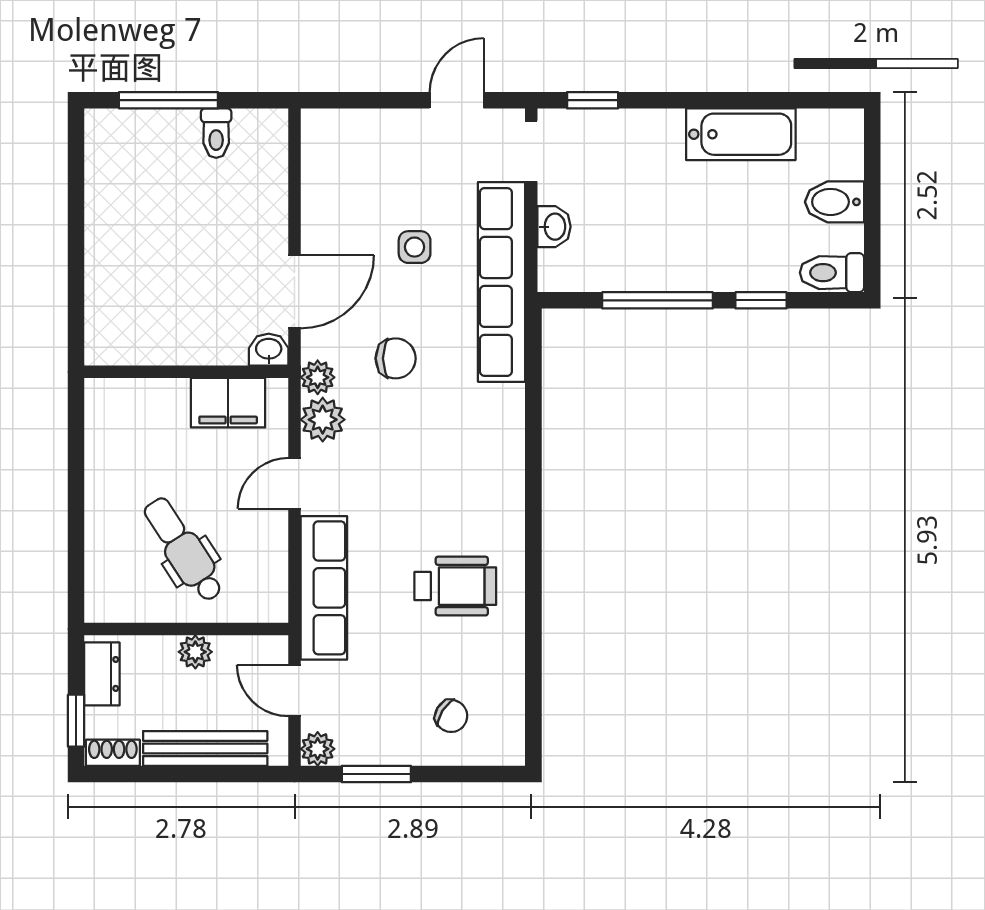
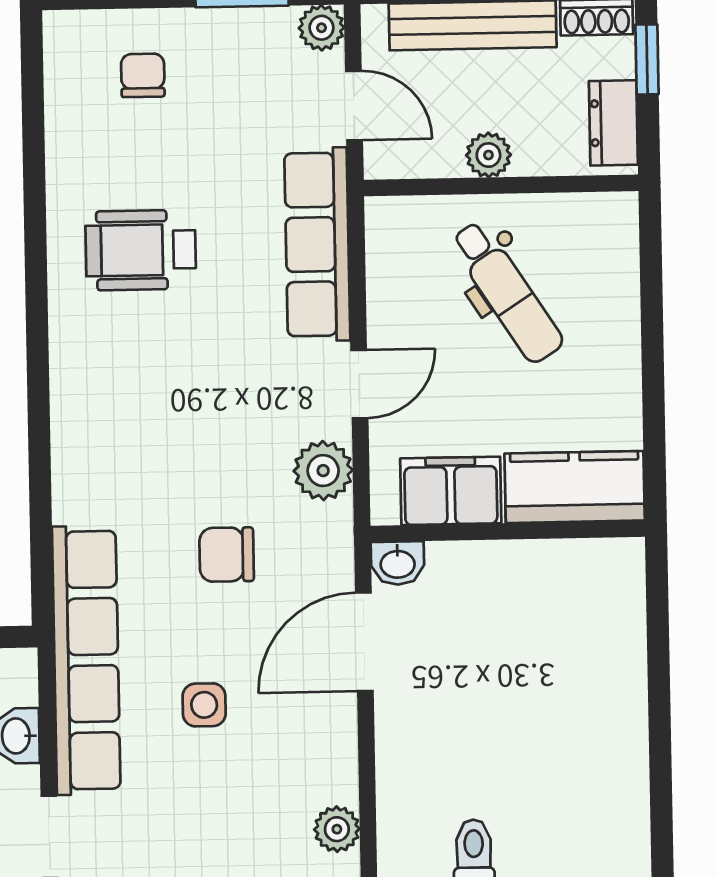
plant: (318, 377) -> (337, 829), moved
kitchen counter: (136, 404) -> (575, 487), added
chair: (451, 716) -> (143, 75), turned 58

